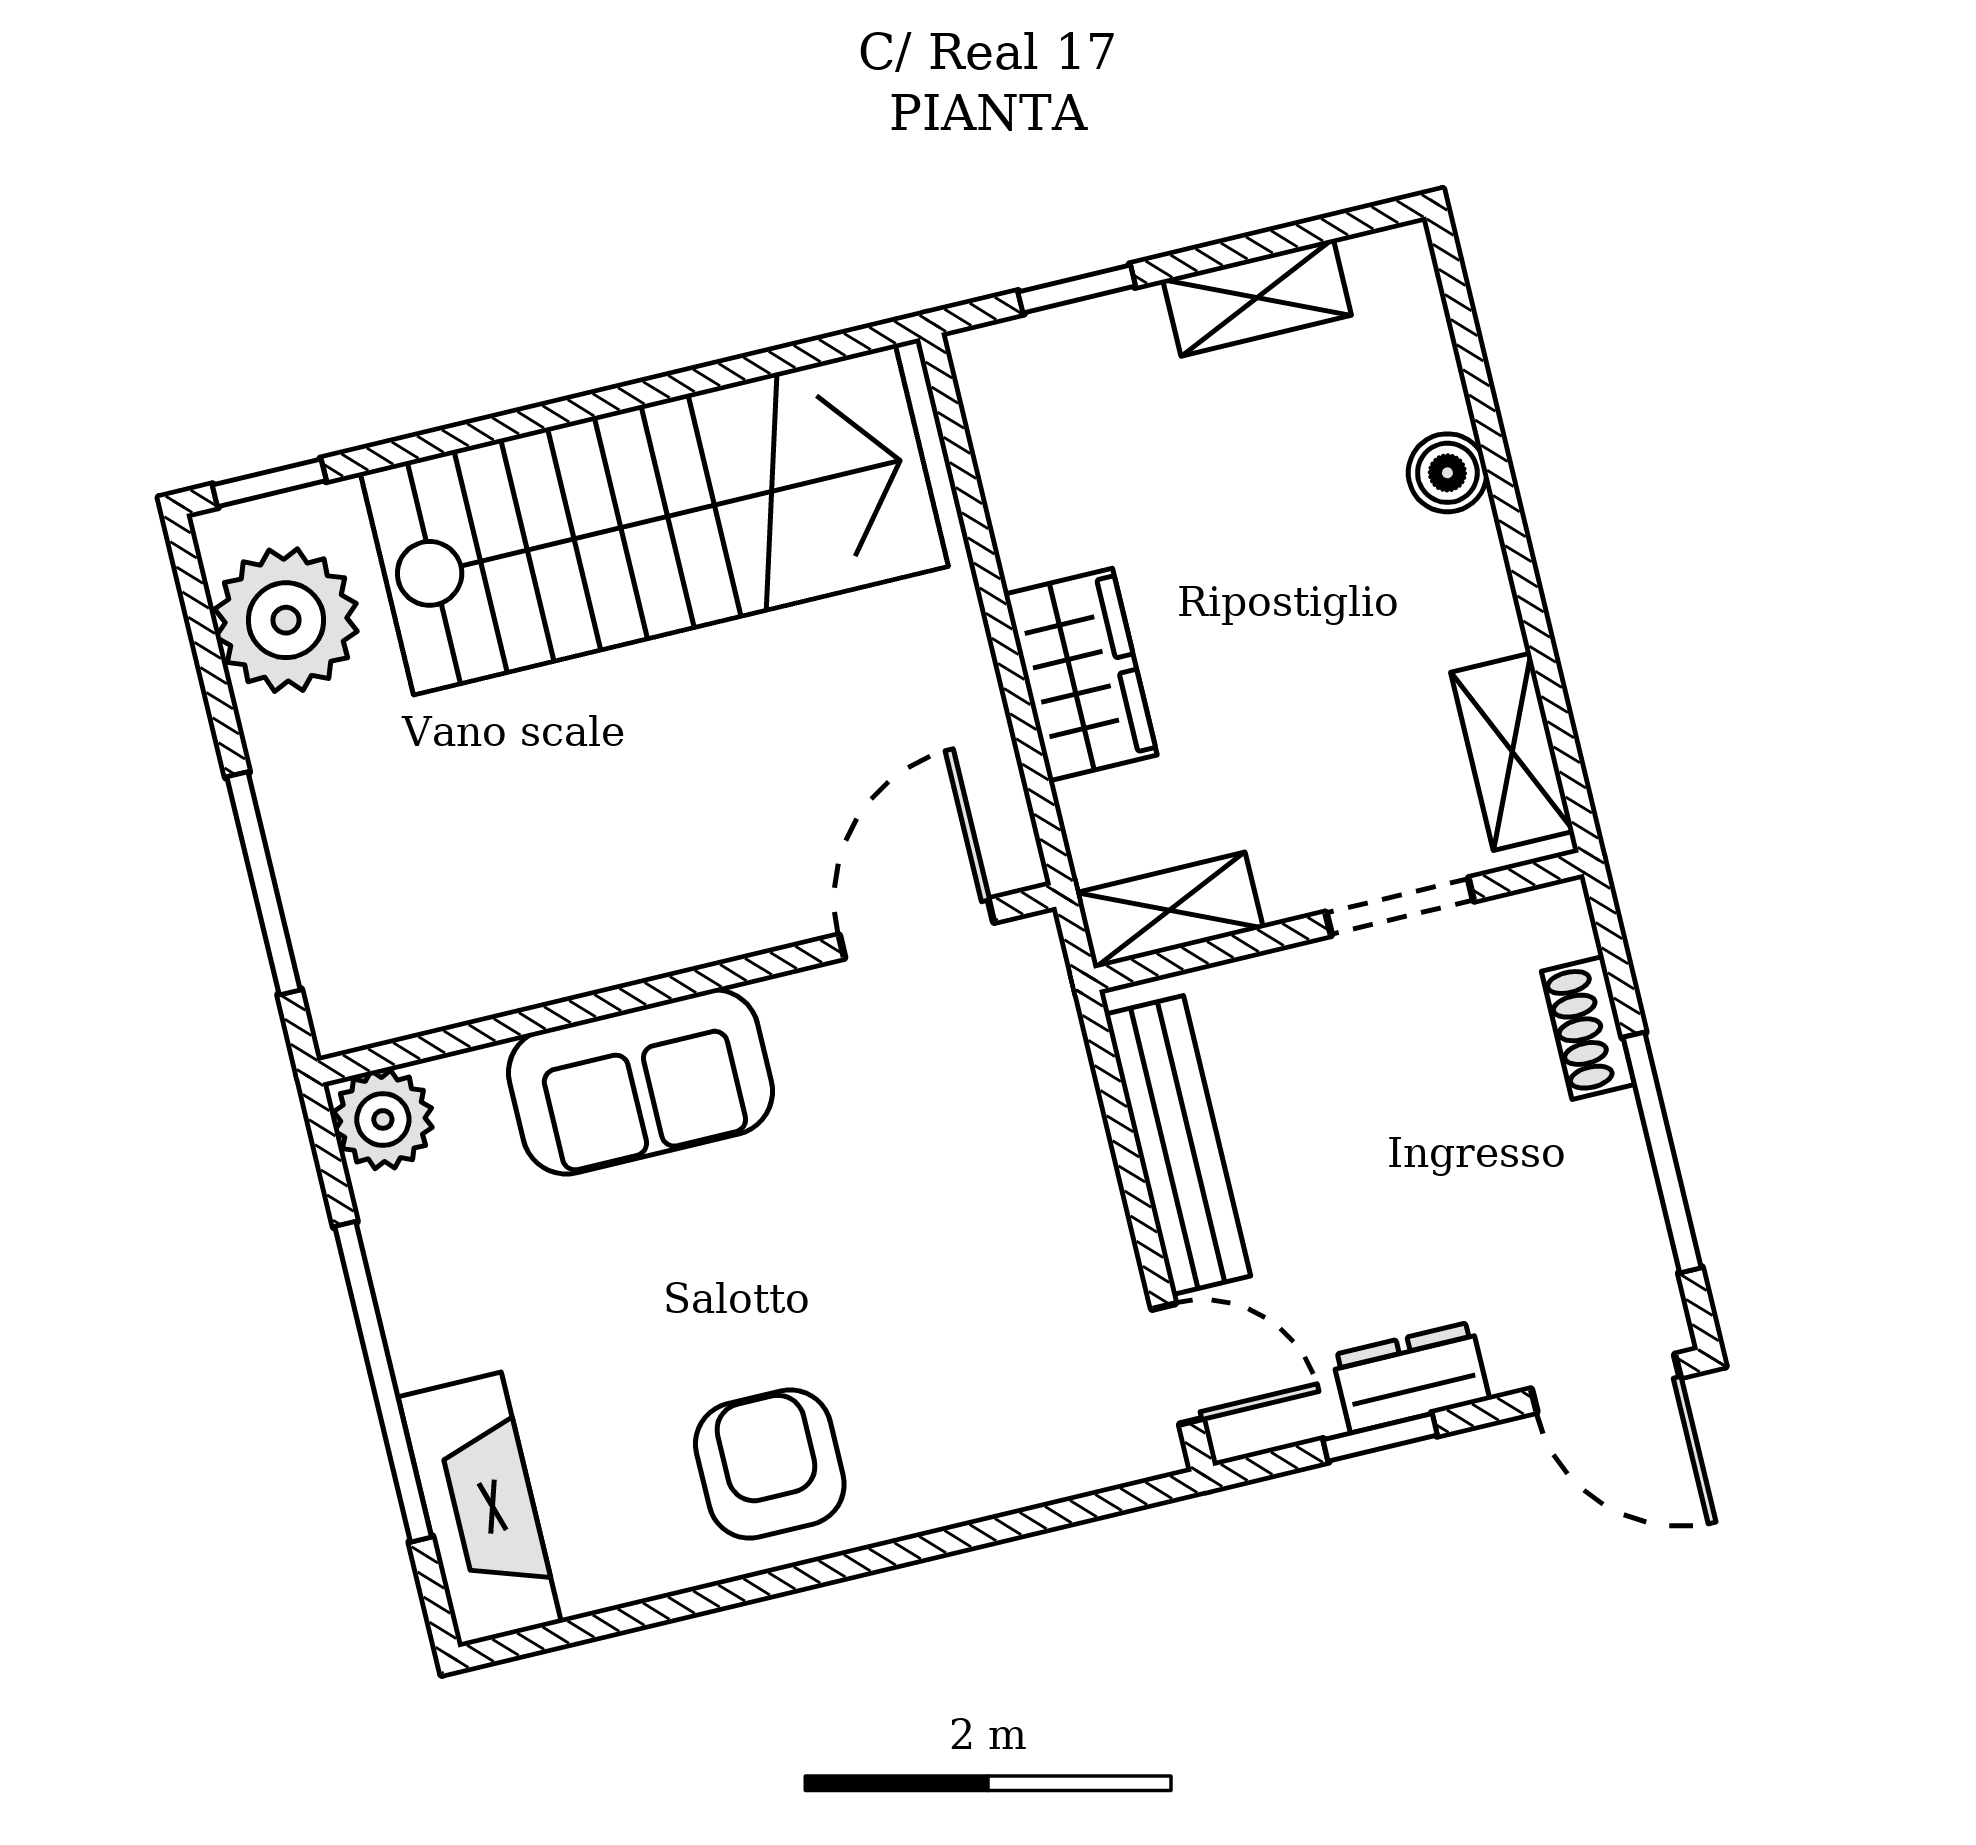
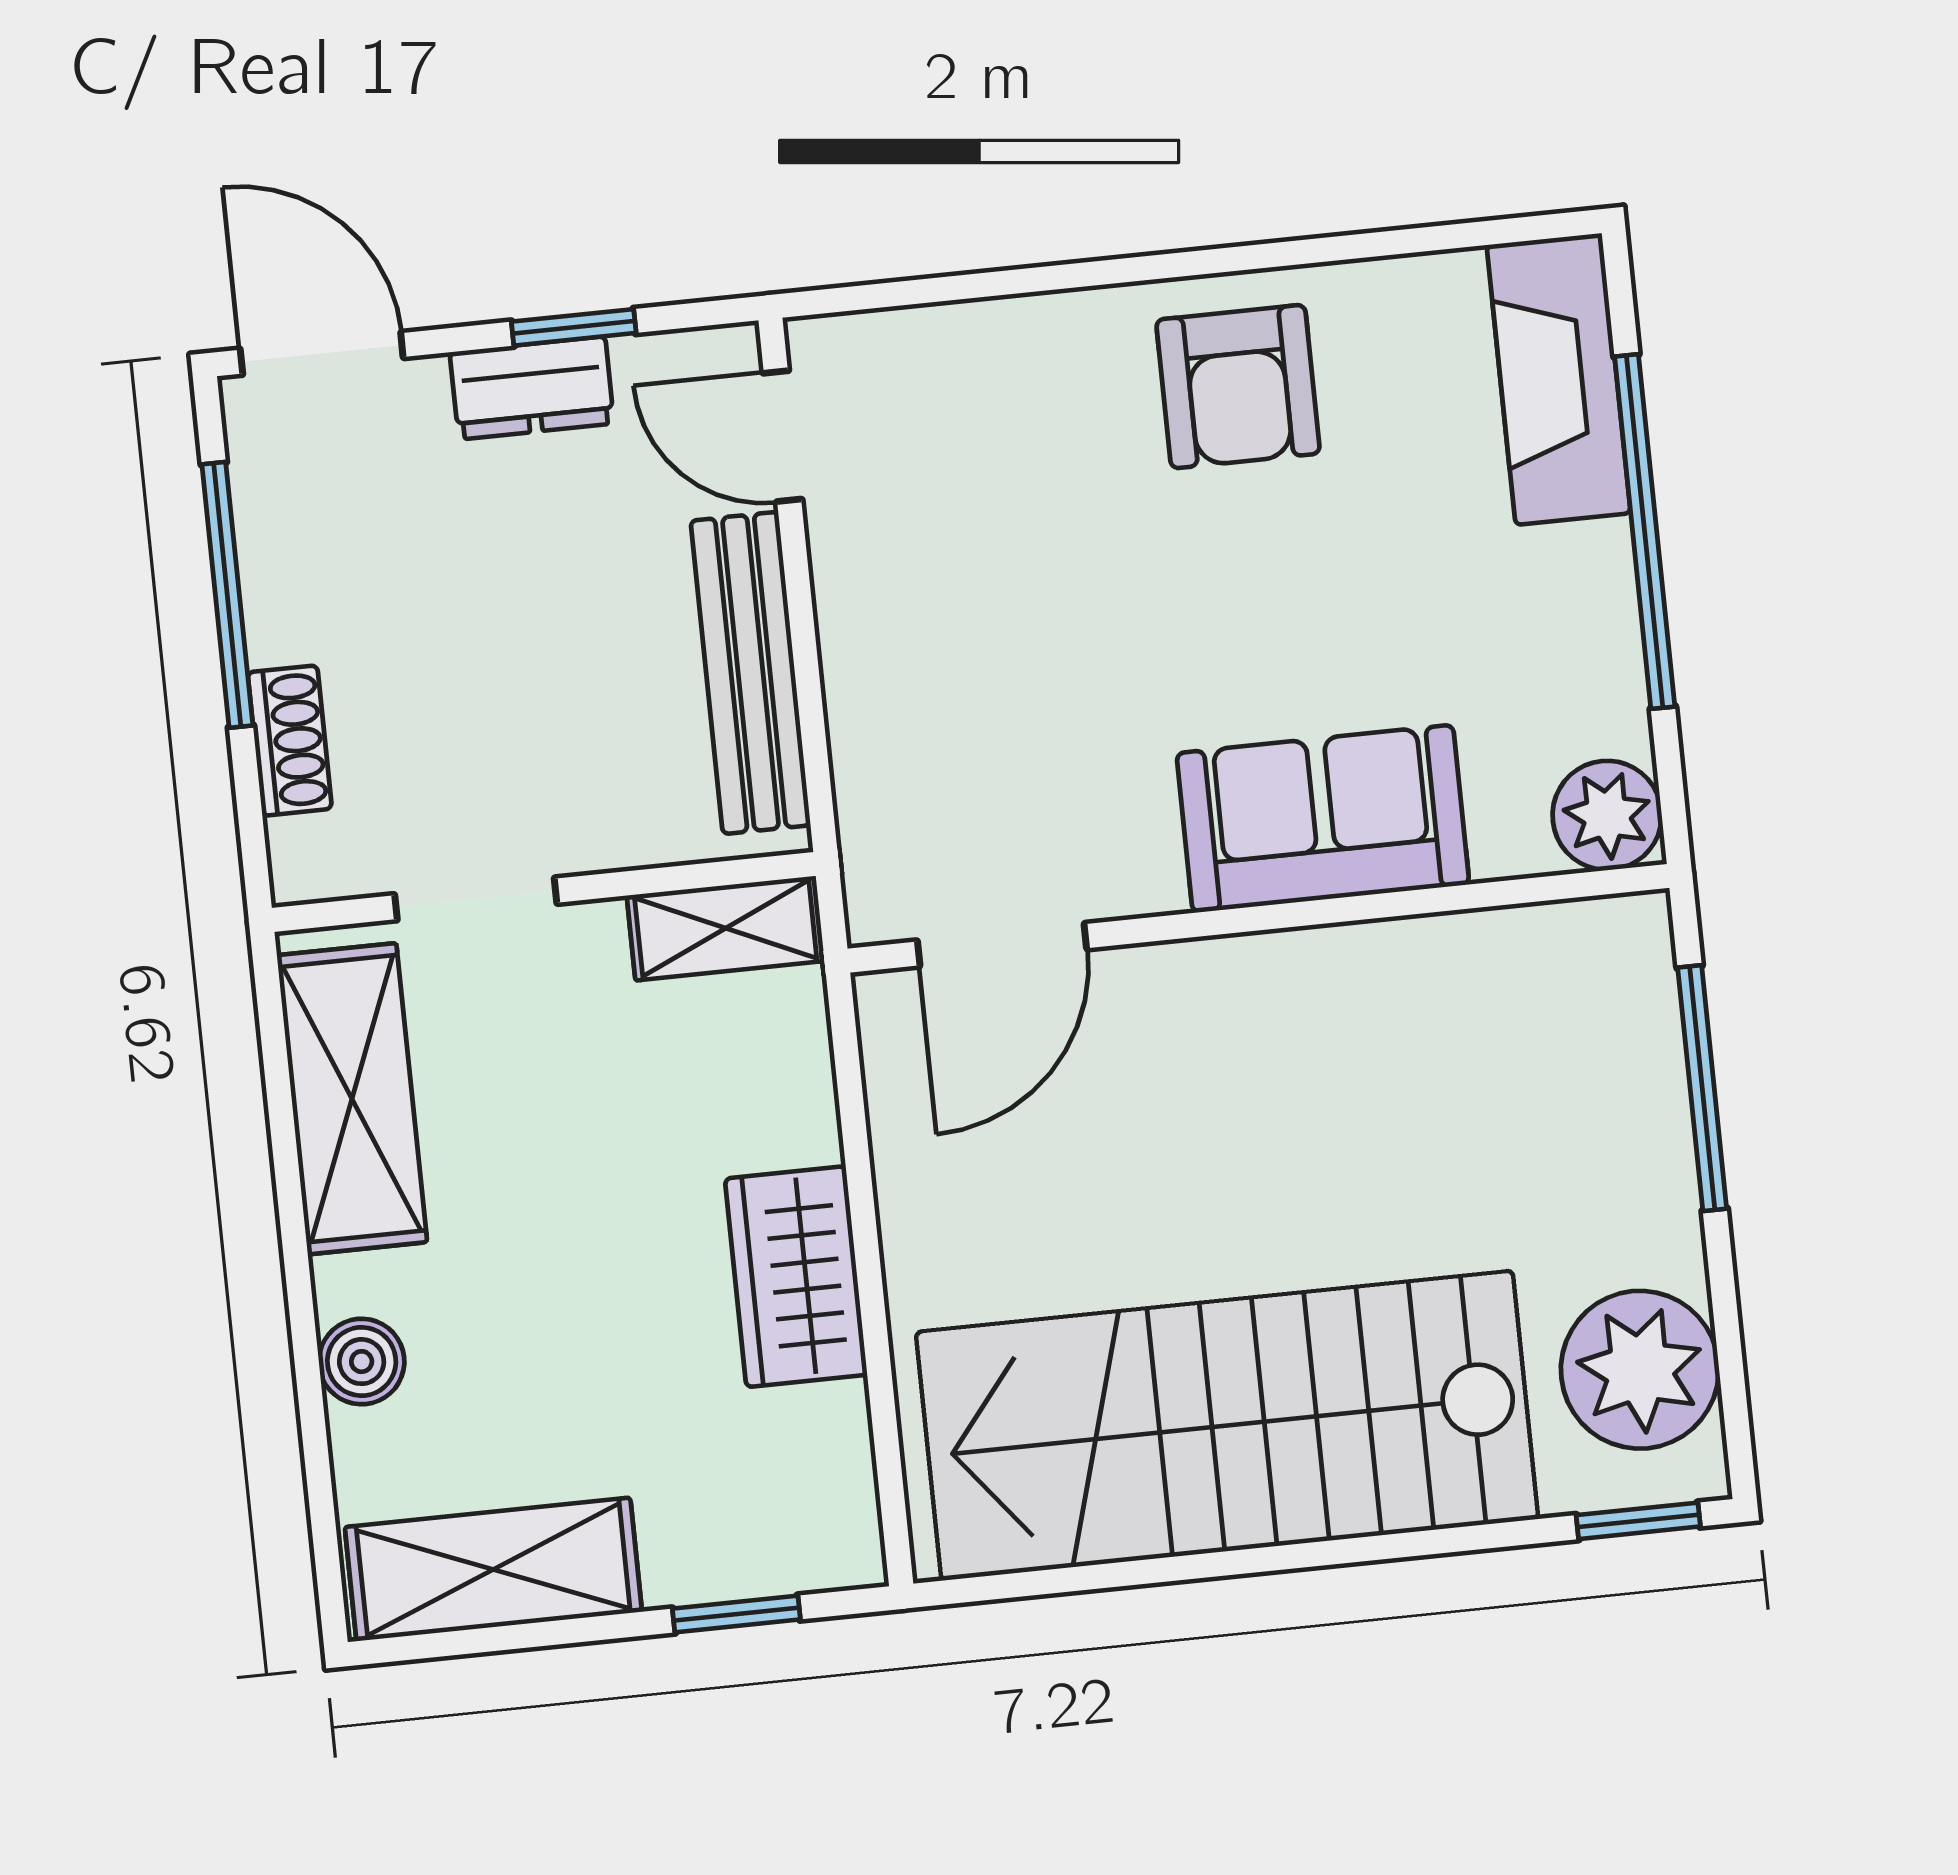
shelving: (1257, 297) -> (493, 1569), width x1.50, depth x1.33
wardrobe: (1081, 675) -> (796, 1277), moved
shelving: (1512, 752) -> (352, 1099), width x1.50, depth x1.33

